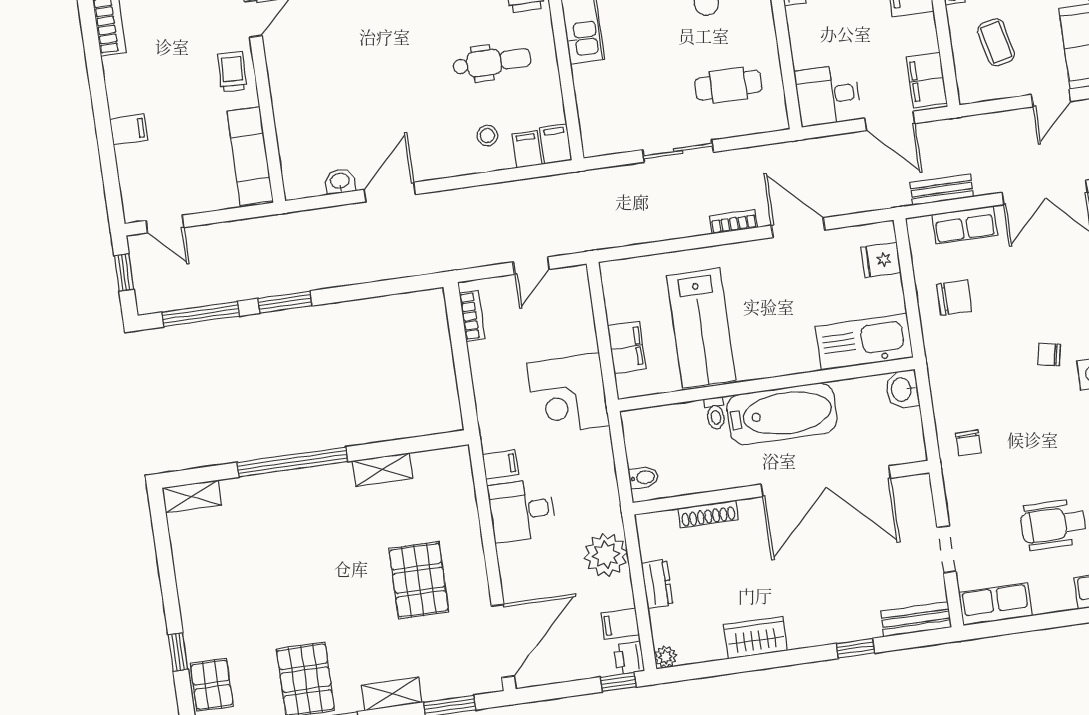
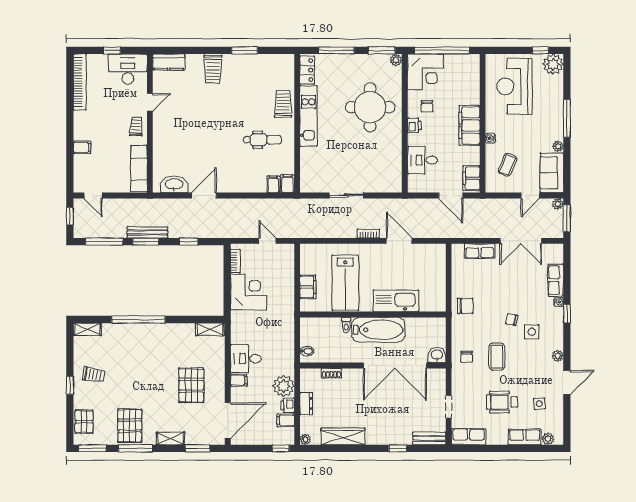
coffee table: (996, 42) -> (508, 165), turned 37
cafe table: (728, 85) -> (375, 167), removed
desk: (828, 95) -> (423, 160), moved
stool: (487, 136) -> (255, 175), removed
washbasin: (340, 181) -> (174, 184), width x1.91, depth x1.45
bench: (942, 190) -> (147, 232), moved, width x1.36
fridge: (881, 260) -> (437, 262), removed
door: (531, 266) -> (267, 241), swing flipped
window: (372, 290) -> (189, 242), added
chair: (954, 298) -> (465, 306), moved
kitchen sink: (864, 342) -> (396, 301), moved
washbasin: (902, 389) -> (437, 355), moved, turned 90
corner desk: (568, 394) -> (249, 292), moved, turned 180
coffee table: (1030, 434) -> (497, 357), added
filing cabinet: (500, 464) -> (239, 380), moved
shelving: (382, 470) -> (210, 329), moved
shoe rack: (708, 514) -> (331, 373), width x0.70
trolley: (218, 587) -> (94, 375), added
wardrobe: (756, 638) -> (343, 436), width x1.50
window: (178, 652) -> (70, 385), moved
printer: (629, 658) -> (288, 405), moved

